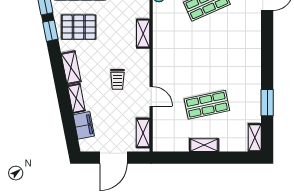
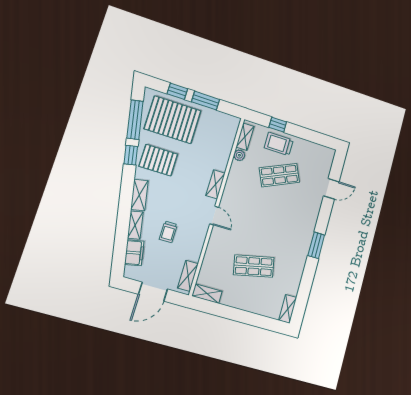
trolley: (117, 79) -> (168, 232), moved
door: (151, 96) -> (214, 216), moved
window: (267, 103) -> (316, 245), moved
shelving: (204, 145) -> (207, 294), moved

